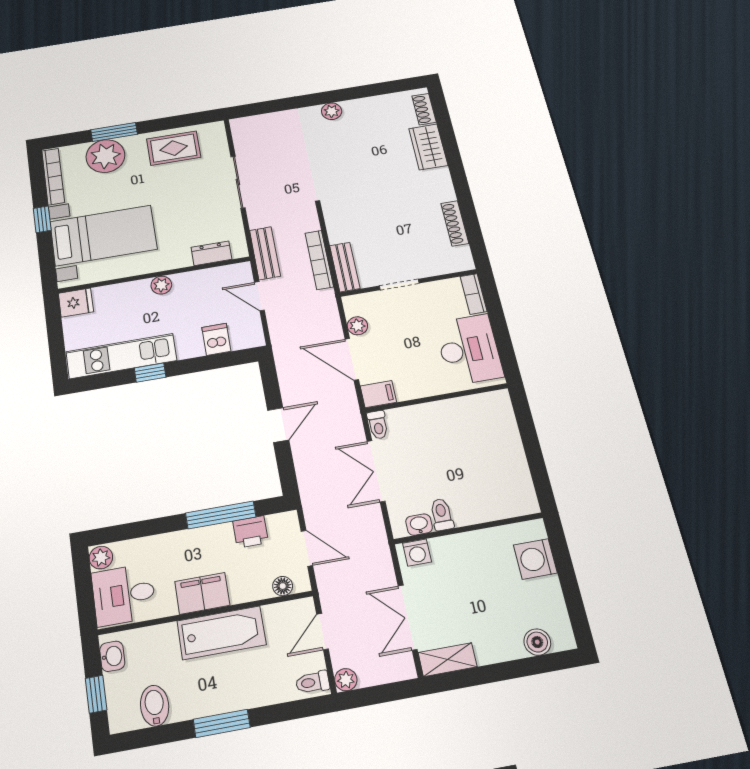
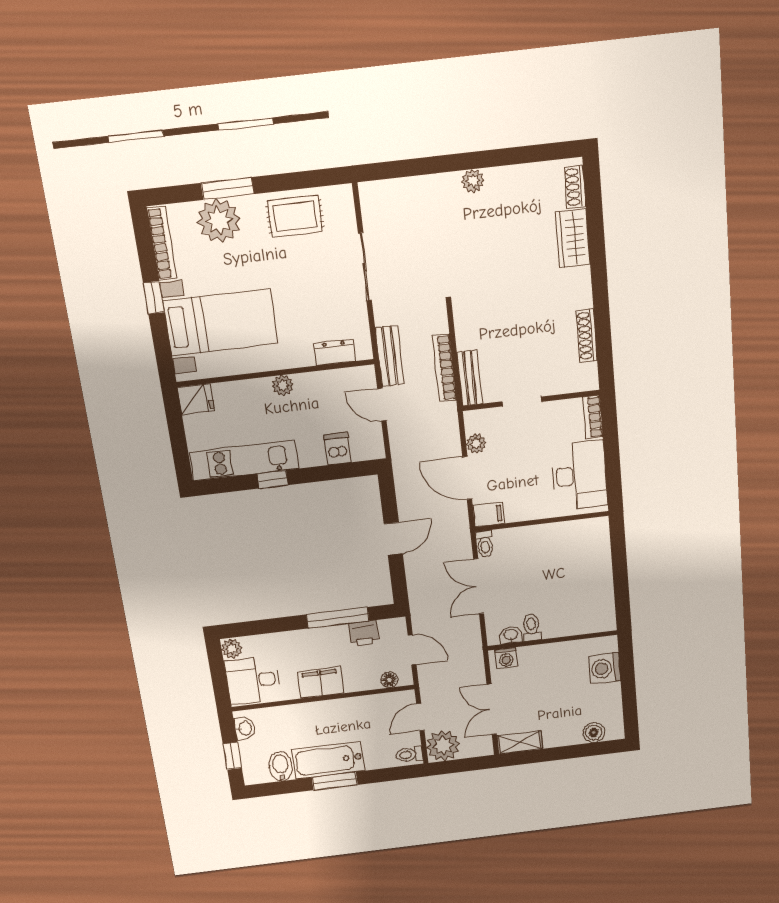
bathtub: (221, 633) -> (328, 760), moved, turned 180
plant: (346, 680) -> (443, 746), width x1.88, depth x1.88

